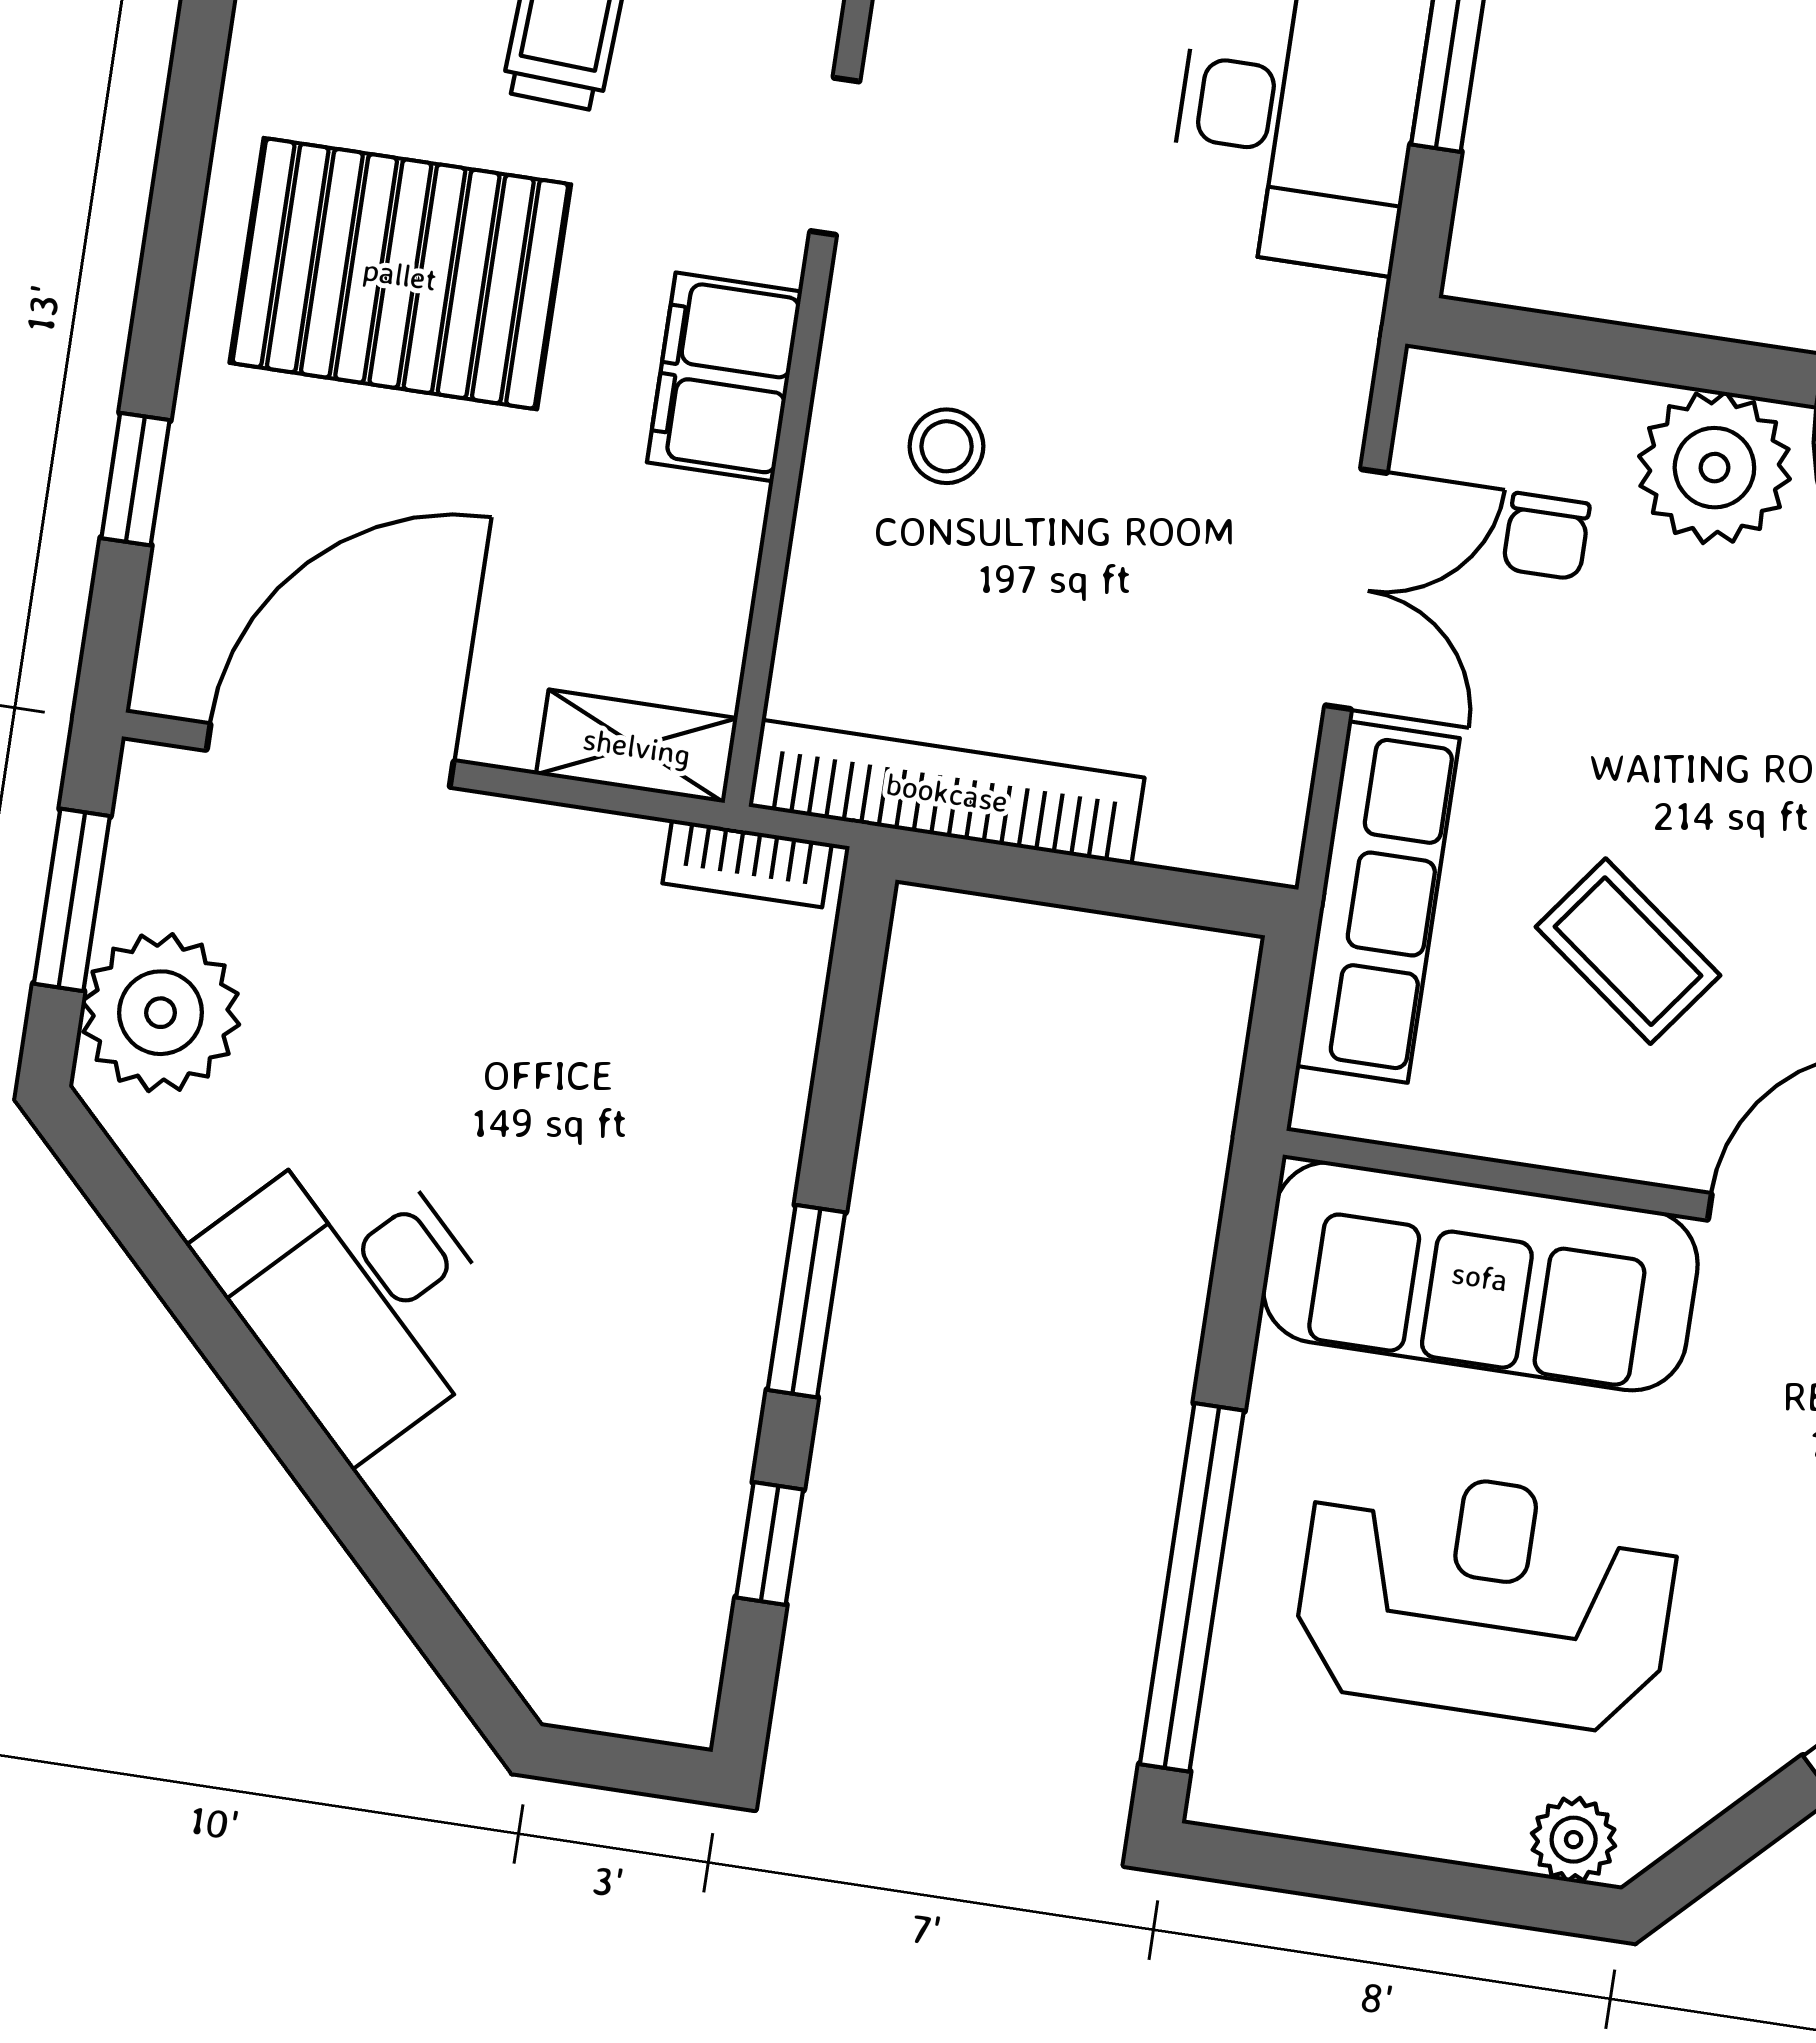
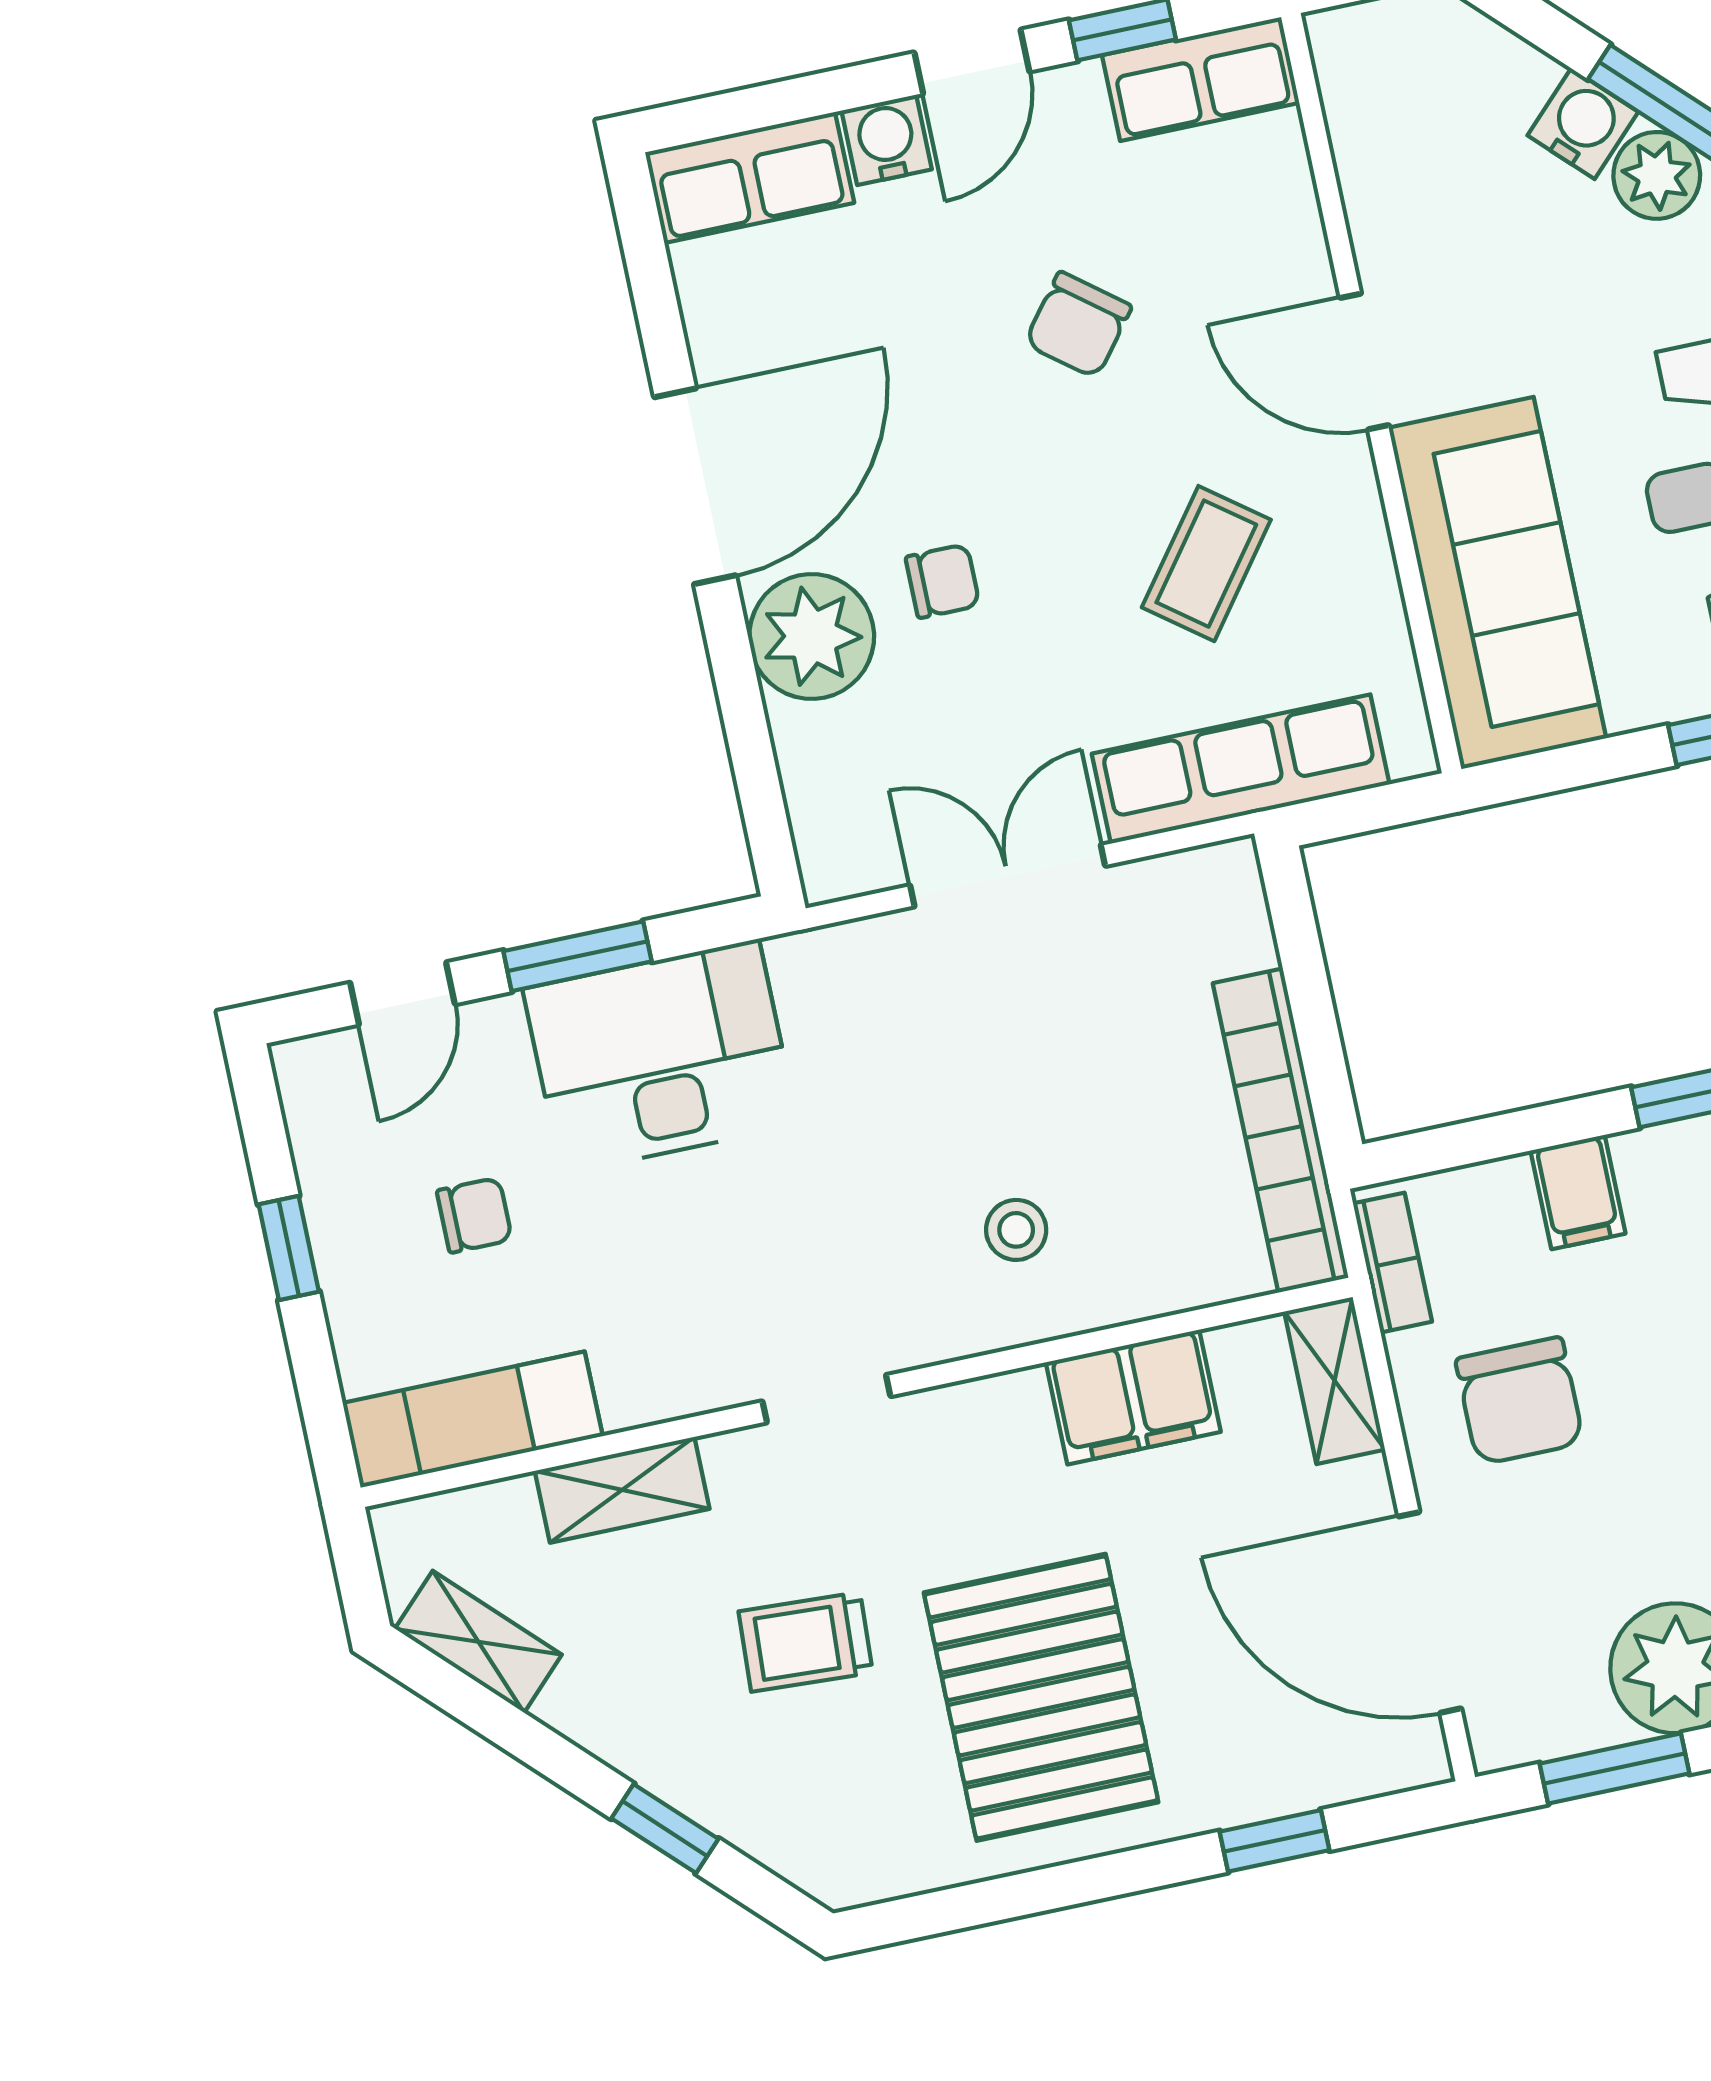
filing cabinet: (725, 377) -> (1133, 1397), moved
chair: (1546, 536) -> (943, 581), moved
chair: (534, 949) -> (1520, 1401), added
filing cabinet: (748, 1106) -> (1578, 1192), added

